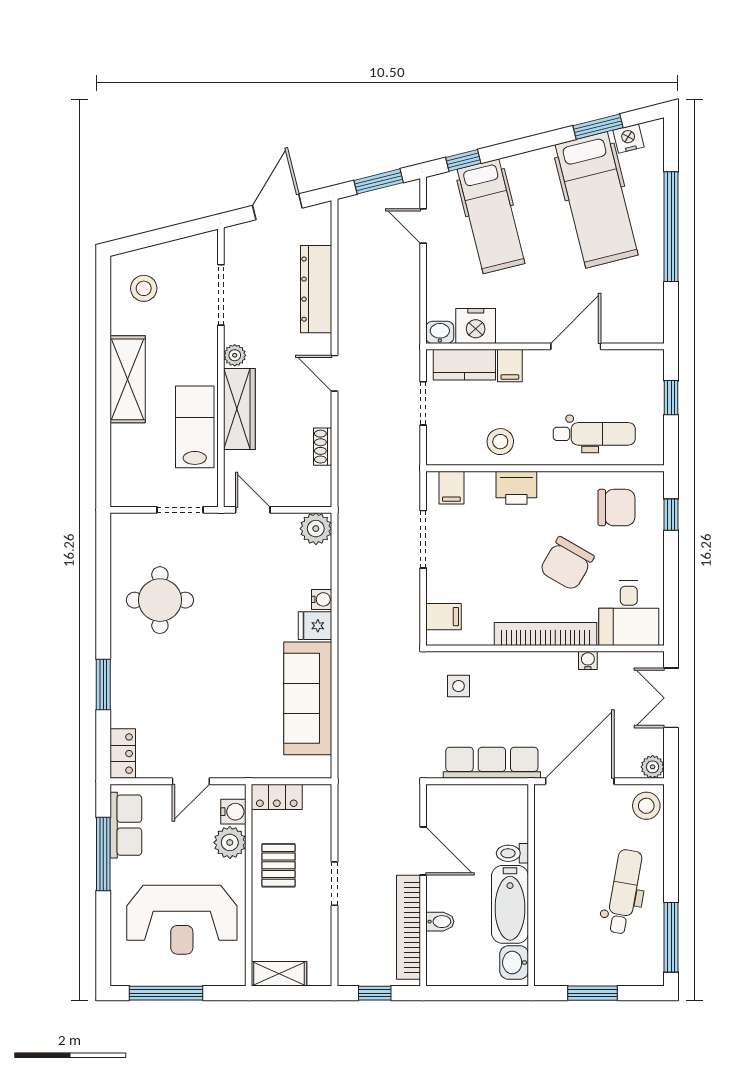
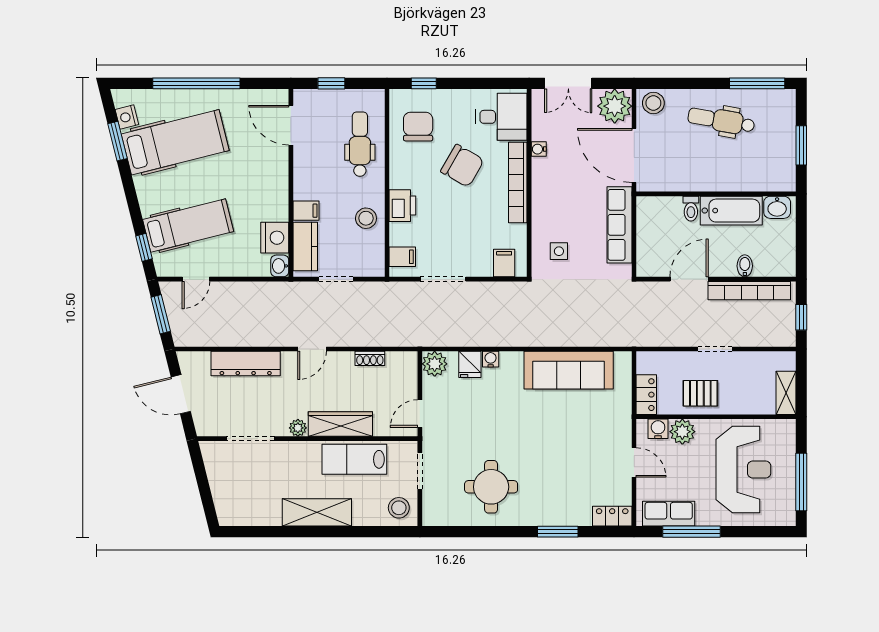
stool: (144, 288) -> (399, 508), moved
door: (576, 346) -> (291, 125), moved
fridge: (315, 626) -> (470, 364), moved
plant: (653, 767) -> (615, 106), width x1.88, depth x1.88

